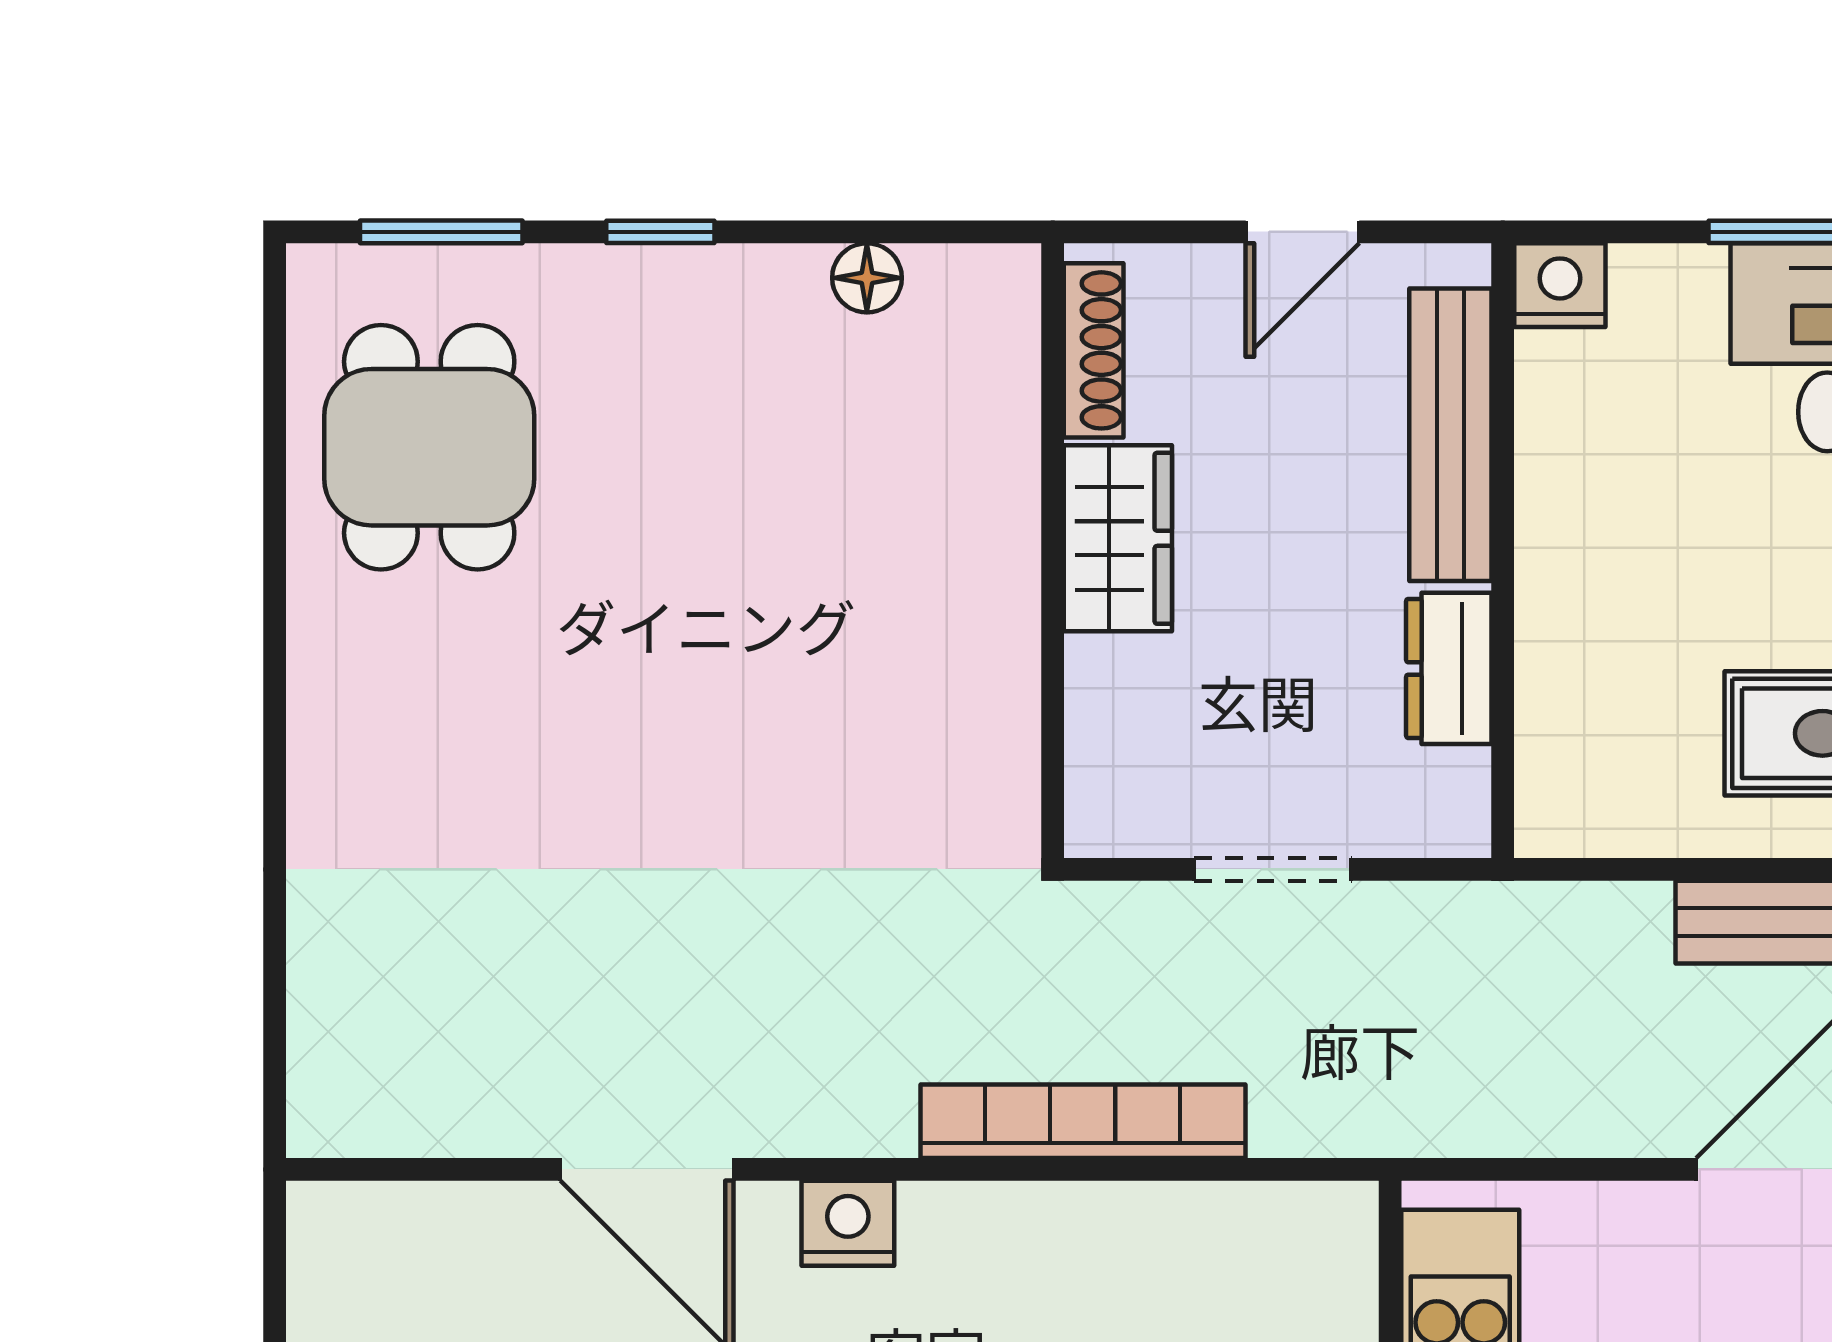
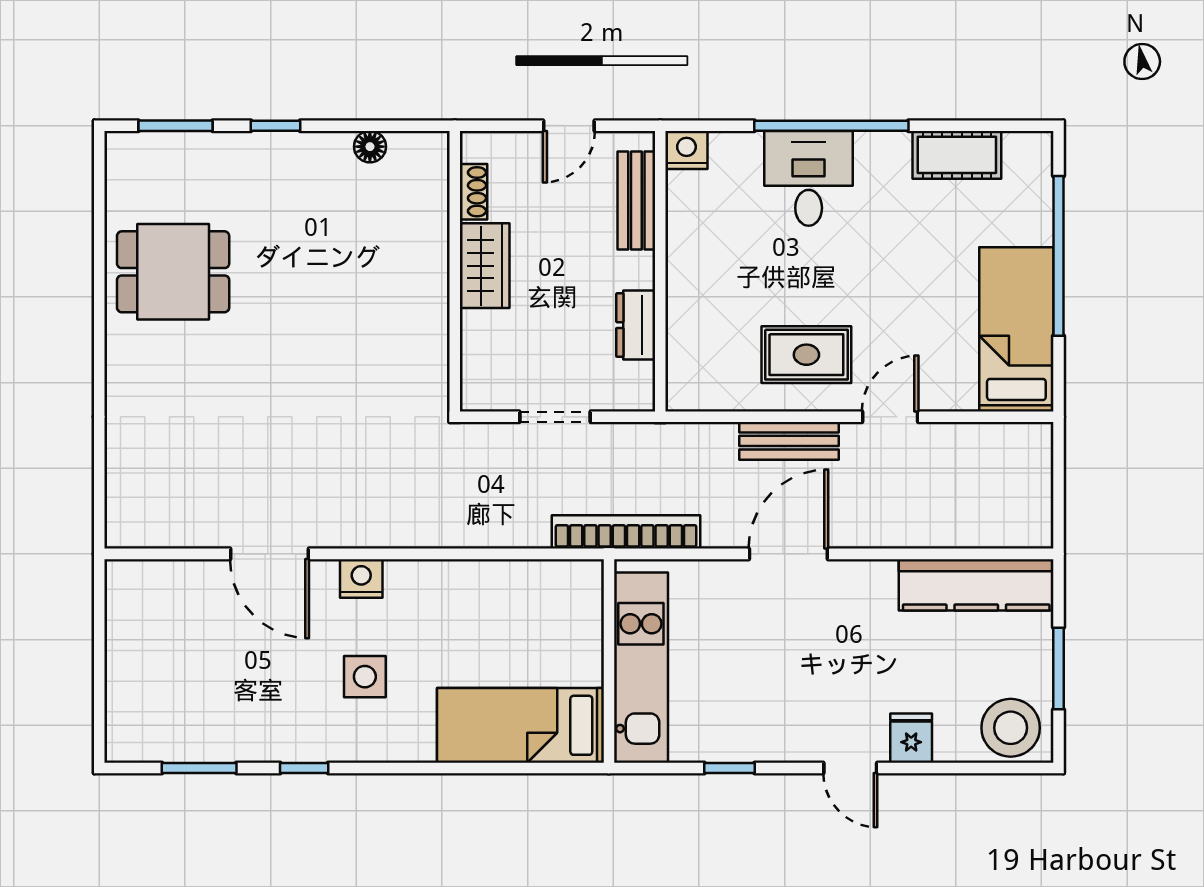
shoe rack: (1094, 350) -> (473, 192), width x0.70
bench: (1450, 435) -> (636, 200), width x0.73
dining table: (429, 447) -> (173, 272), moved, turned 90
bookcase: (1083, 1121) -> (626, 532), moved

